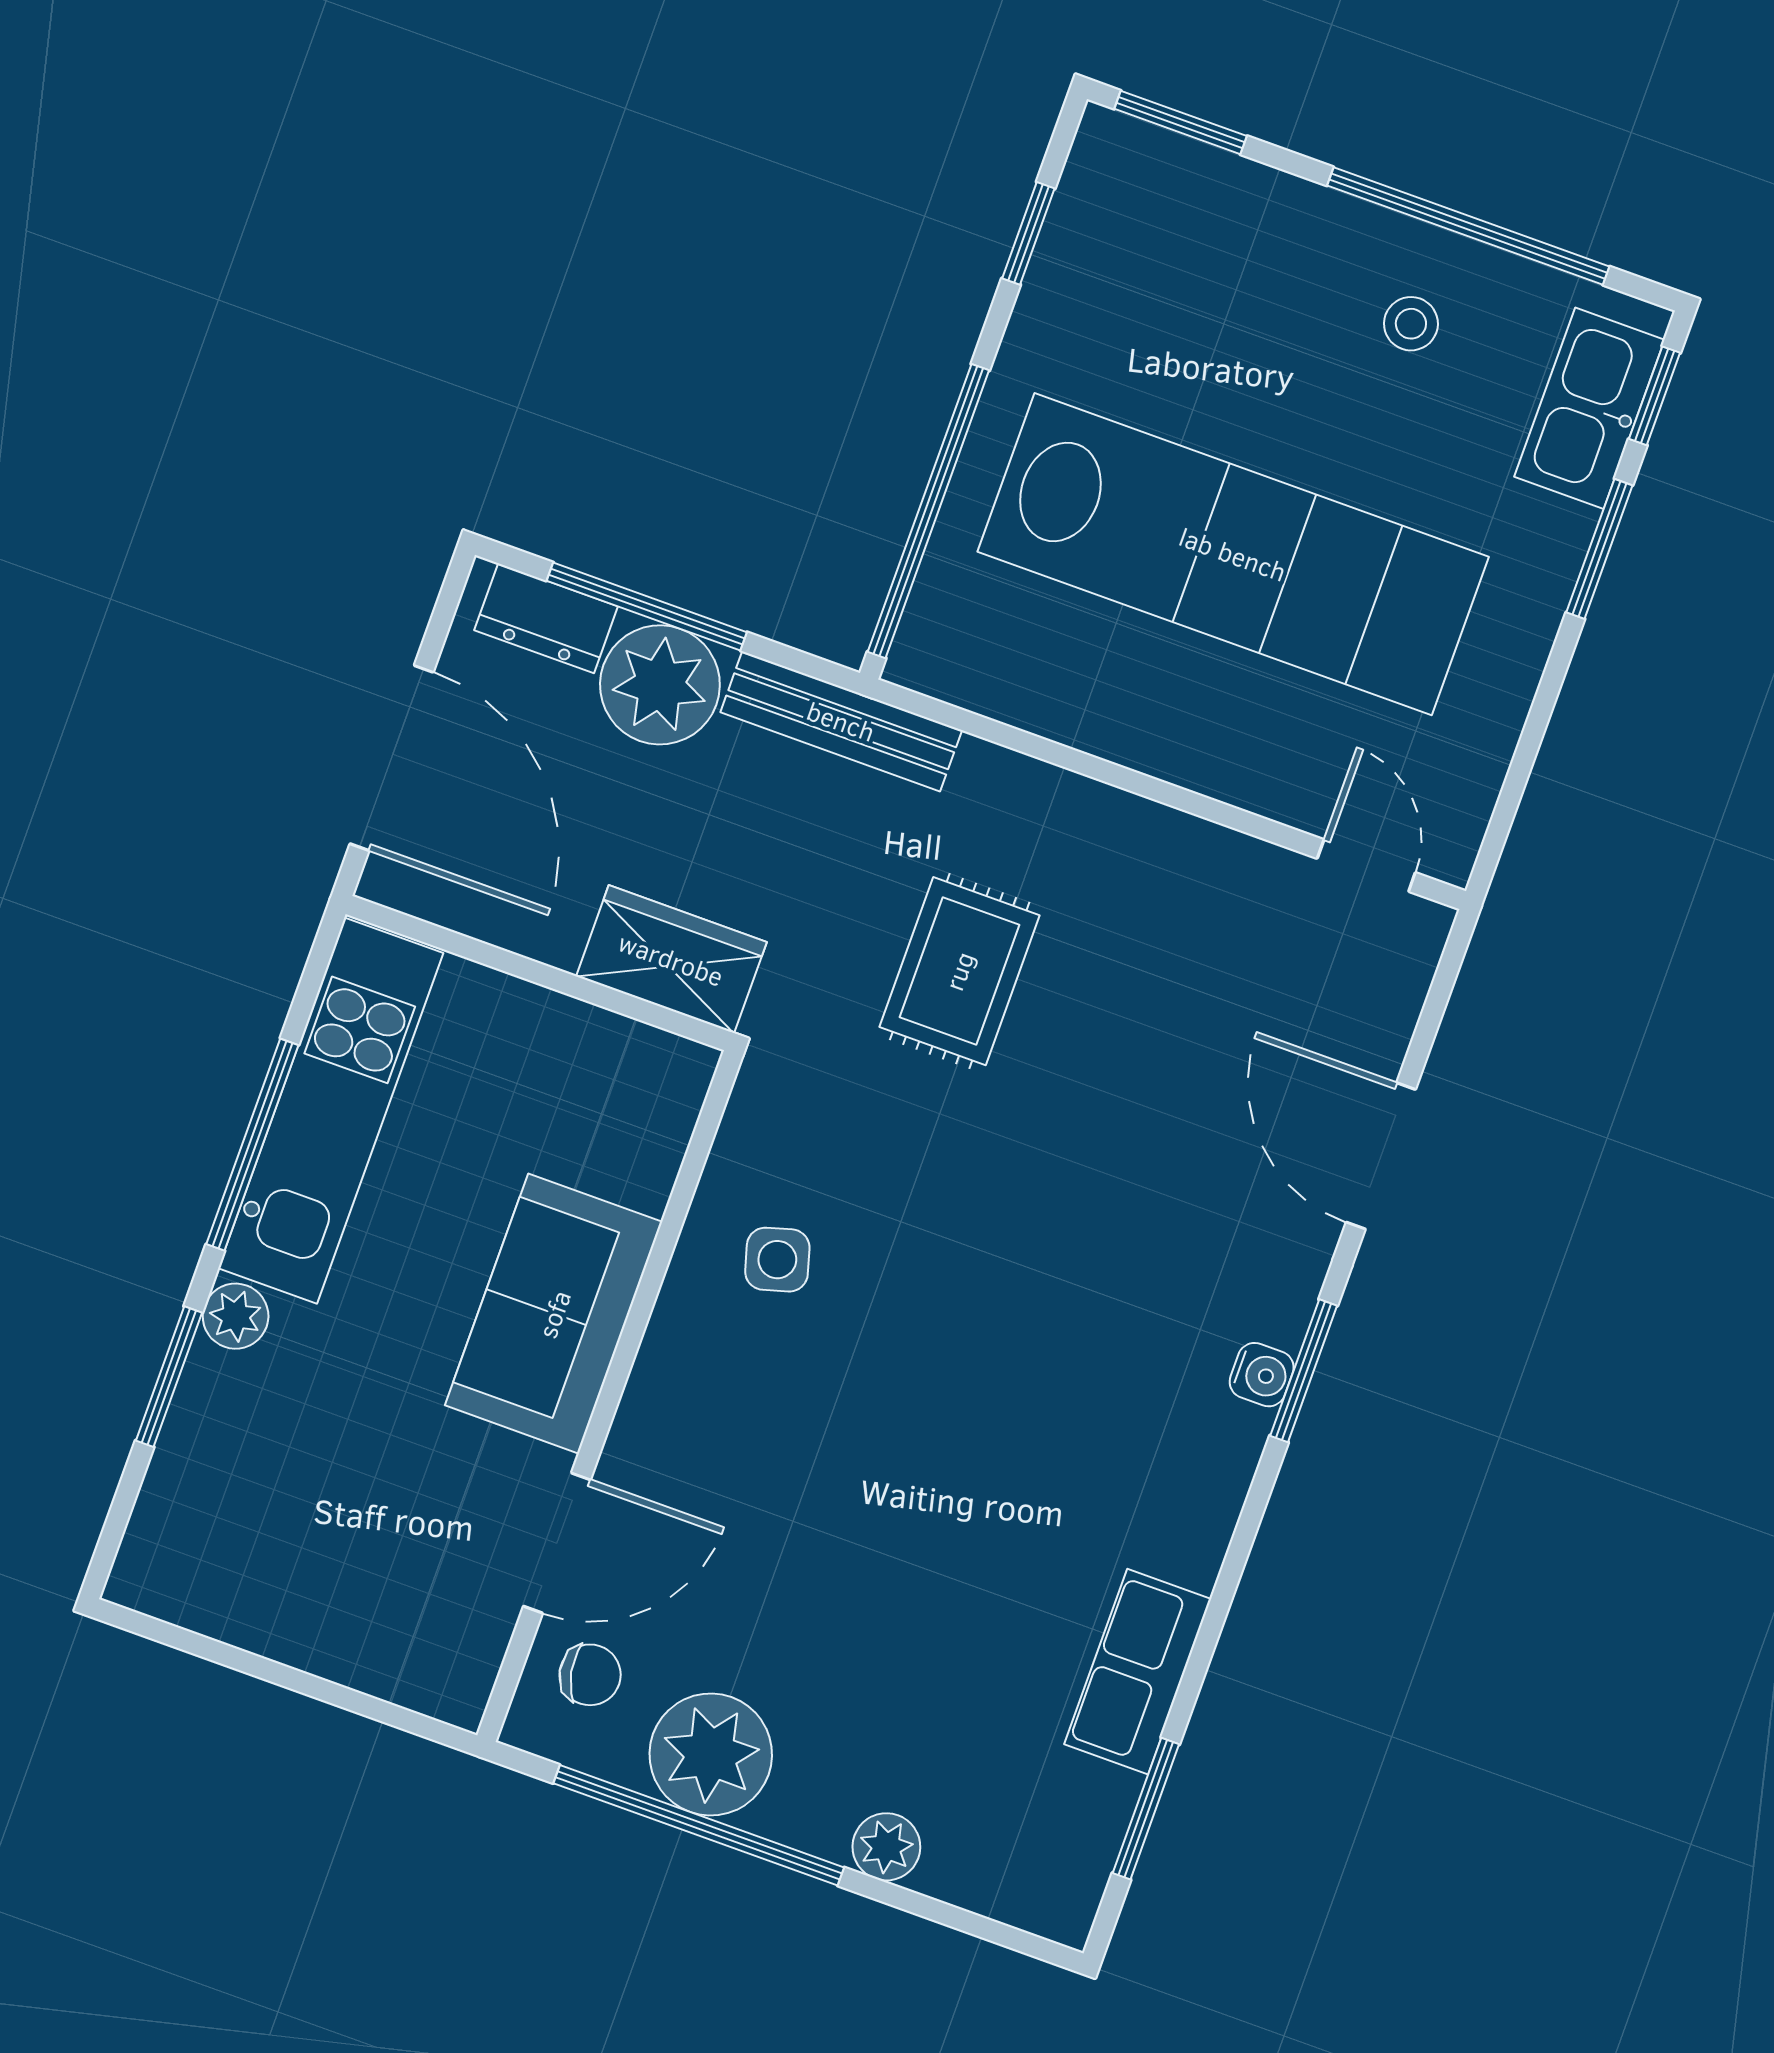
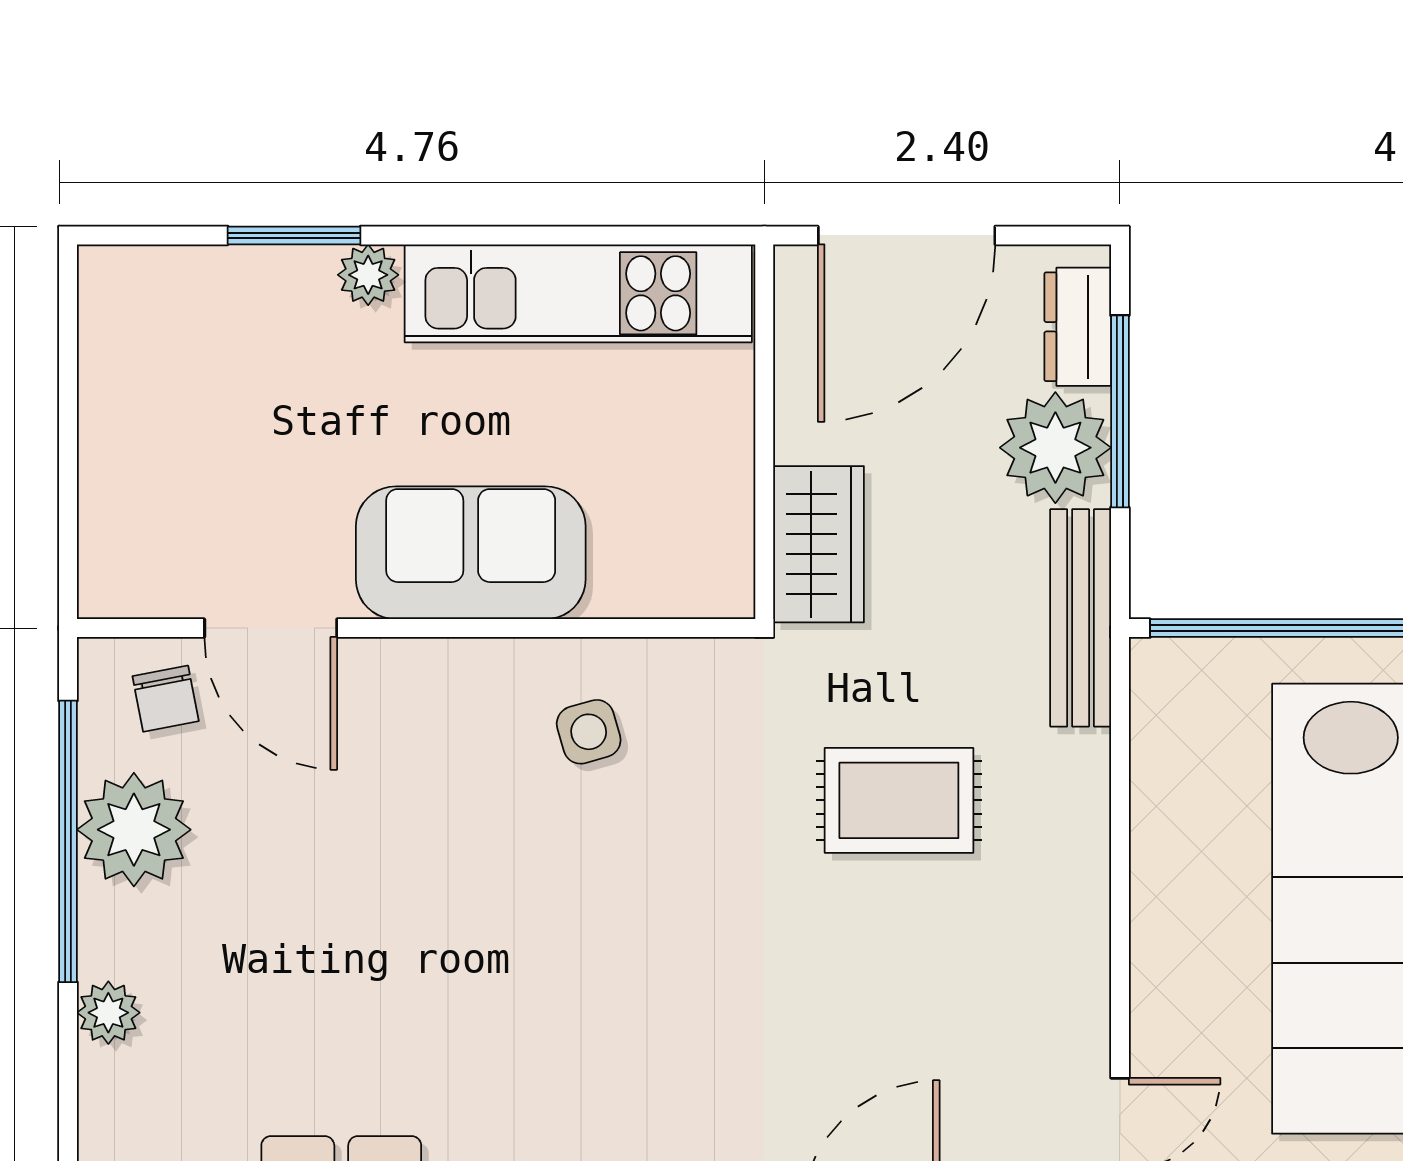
window: (252, 1145) -> (524, 235), removed

